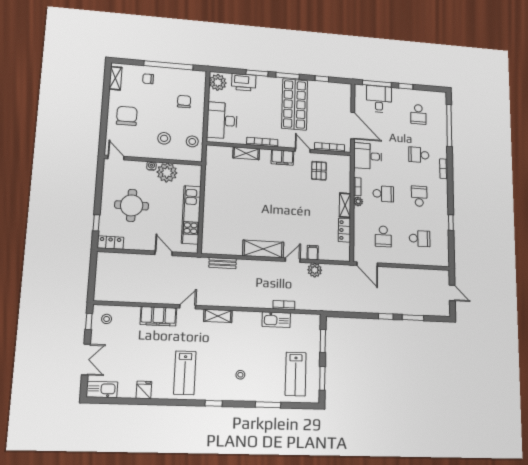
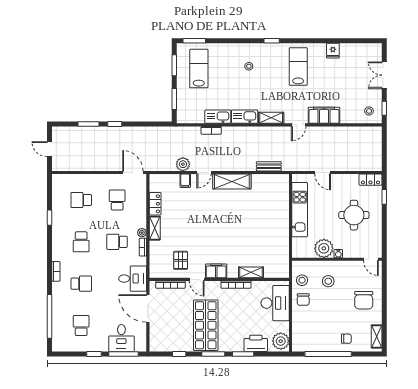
chair: (184, 102) -> (303, 300), moved
kitchen sink: (102, 389) -> (245, 117), moved, turned 180
window: (268, 405) -> (194, 41), moved

